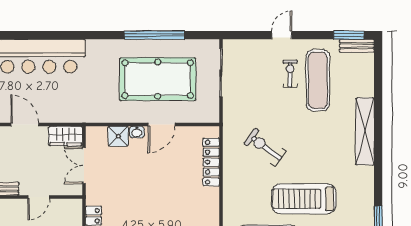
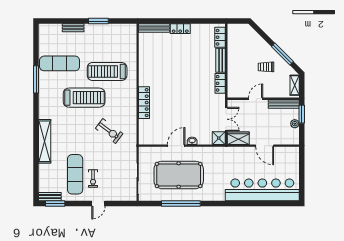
shower: (118, 136) -> (219, 138), moved
locker: (211, 162) -> (144, 103), moved

